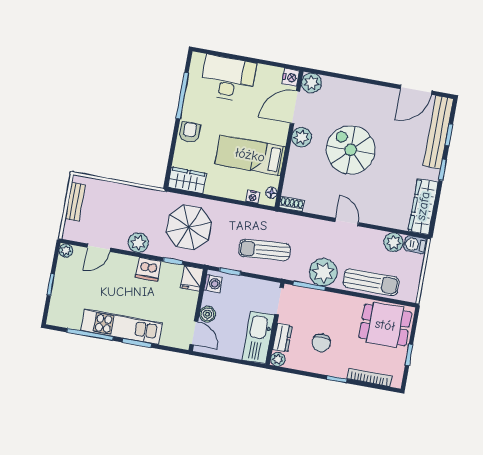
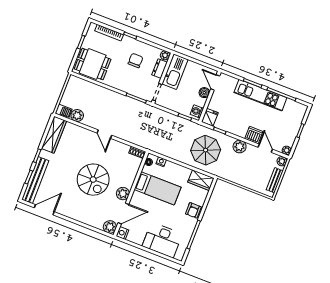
door: (99, 248) -> (265, 148), hinge flipped
sun lounger: (264, 250) -> (160, 126), removed
dishwasher: (148, 269) -> (254, 135), moved
plant: (323, 272) -> (282, 161), moved, width x0.53, depth x0.53
sun lounger: (371, 282) -> (96, 93), removed

